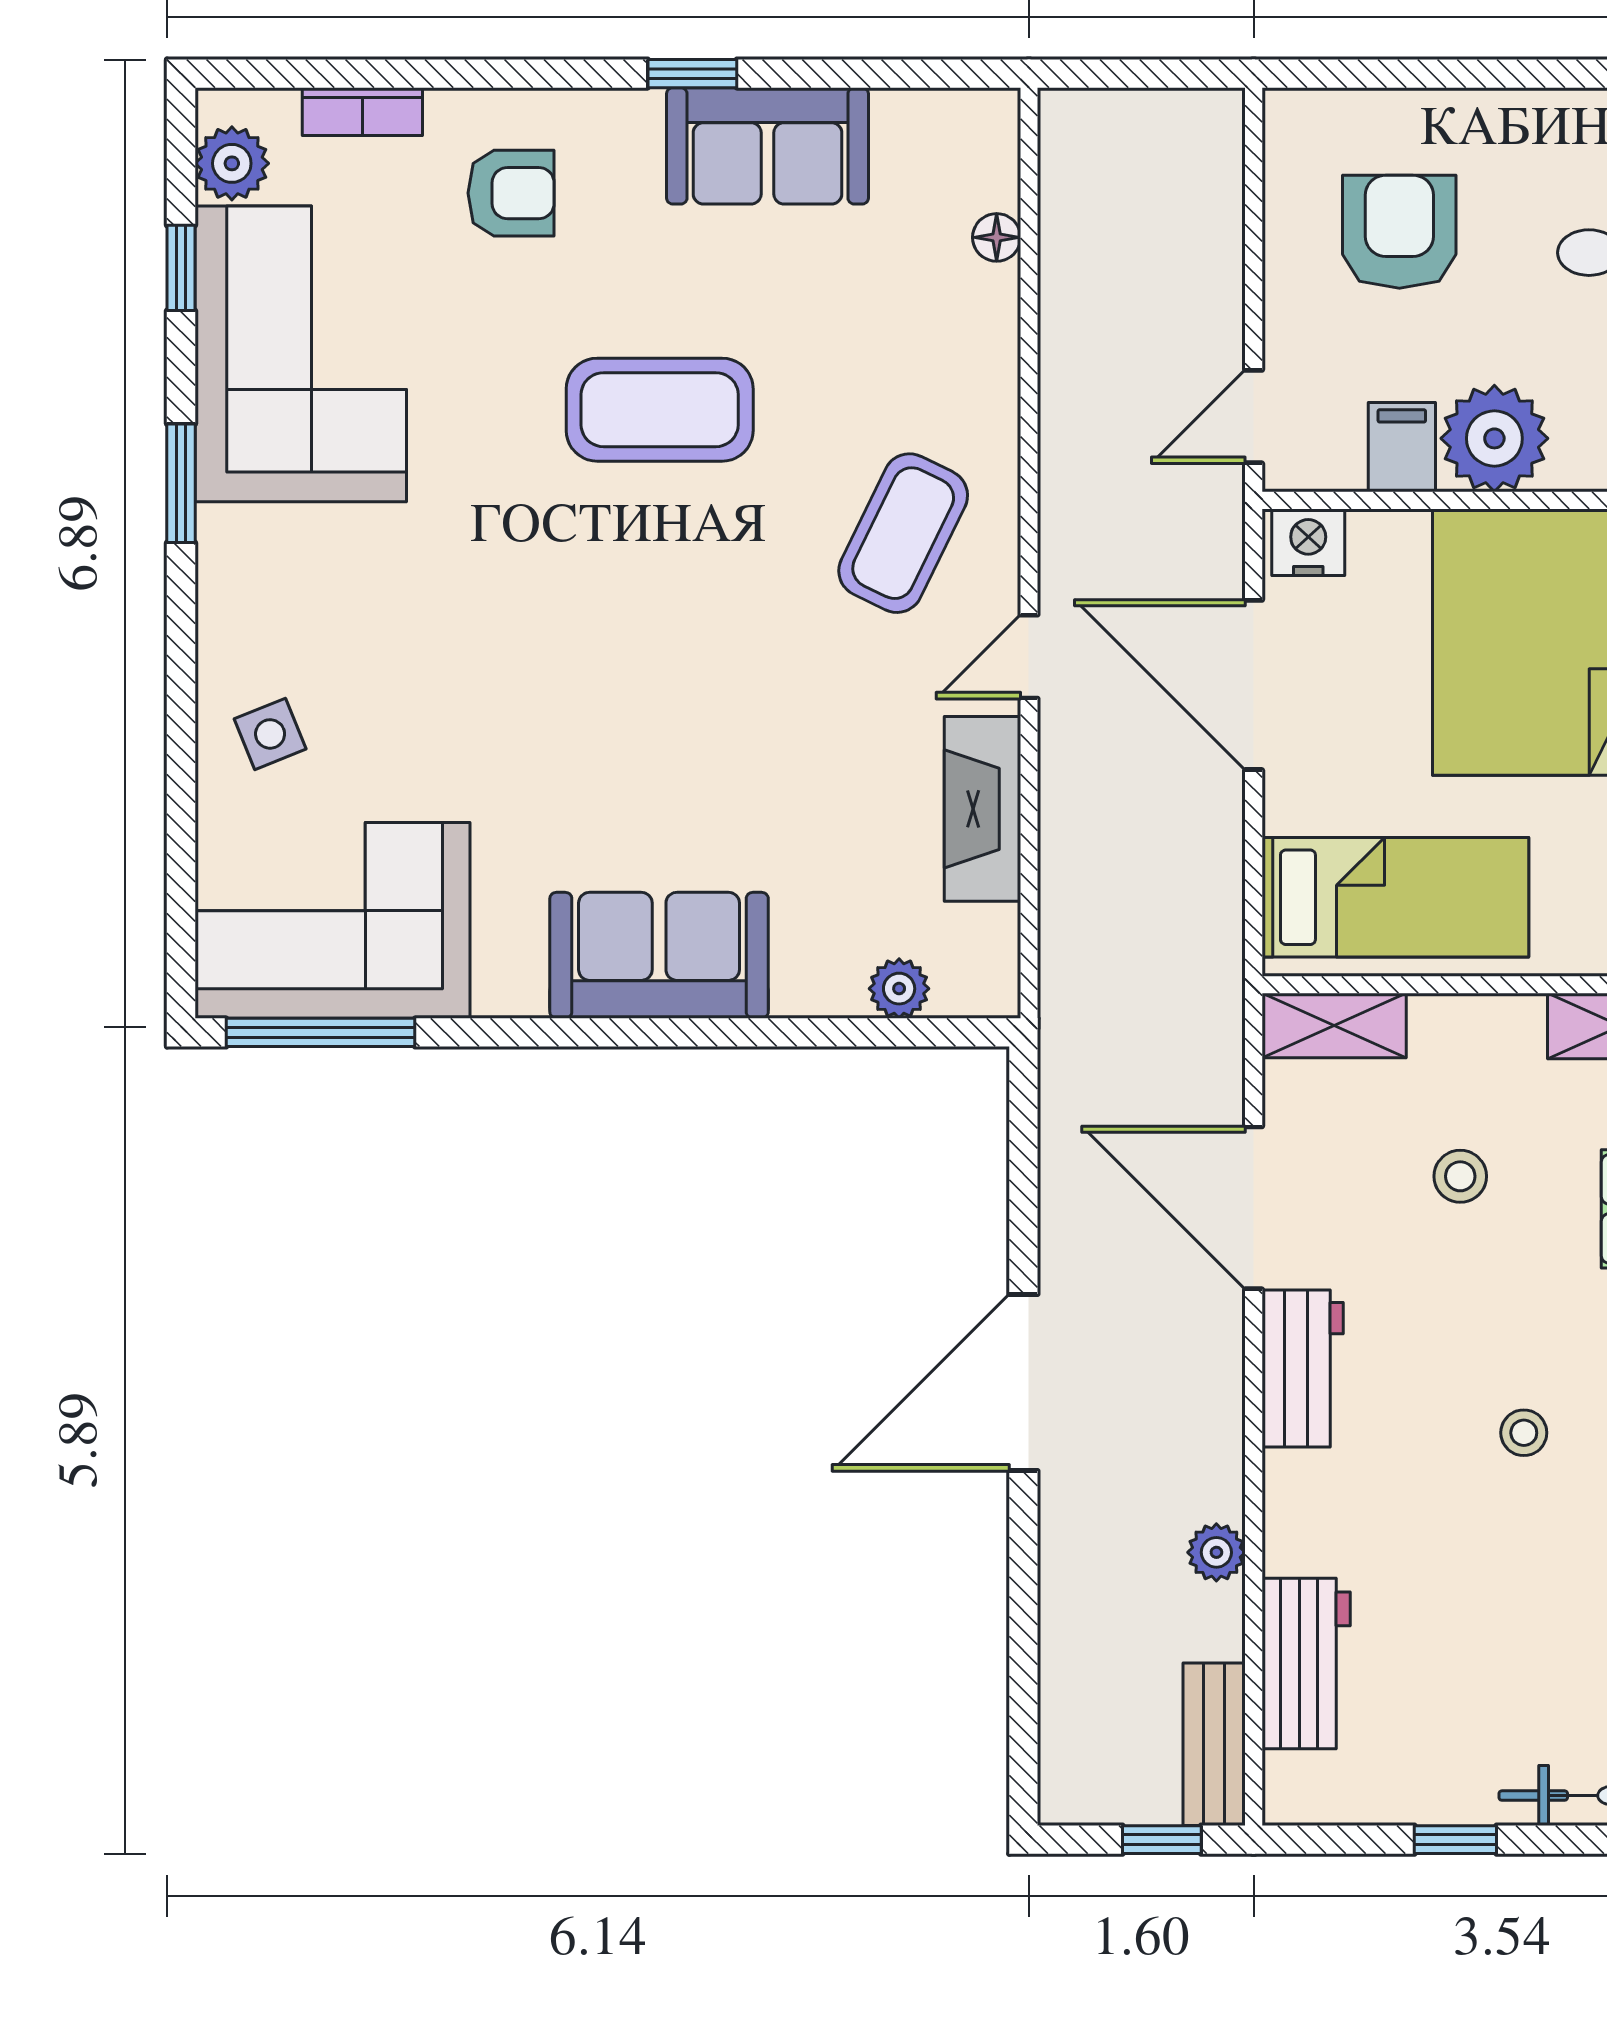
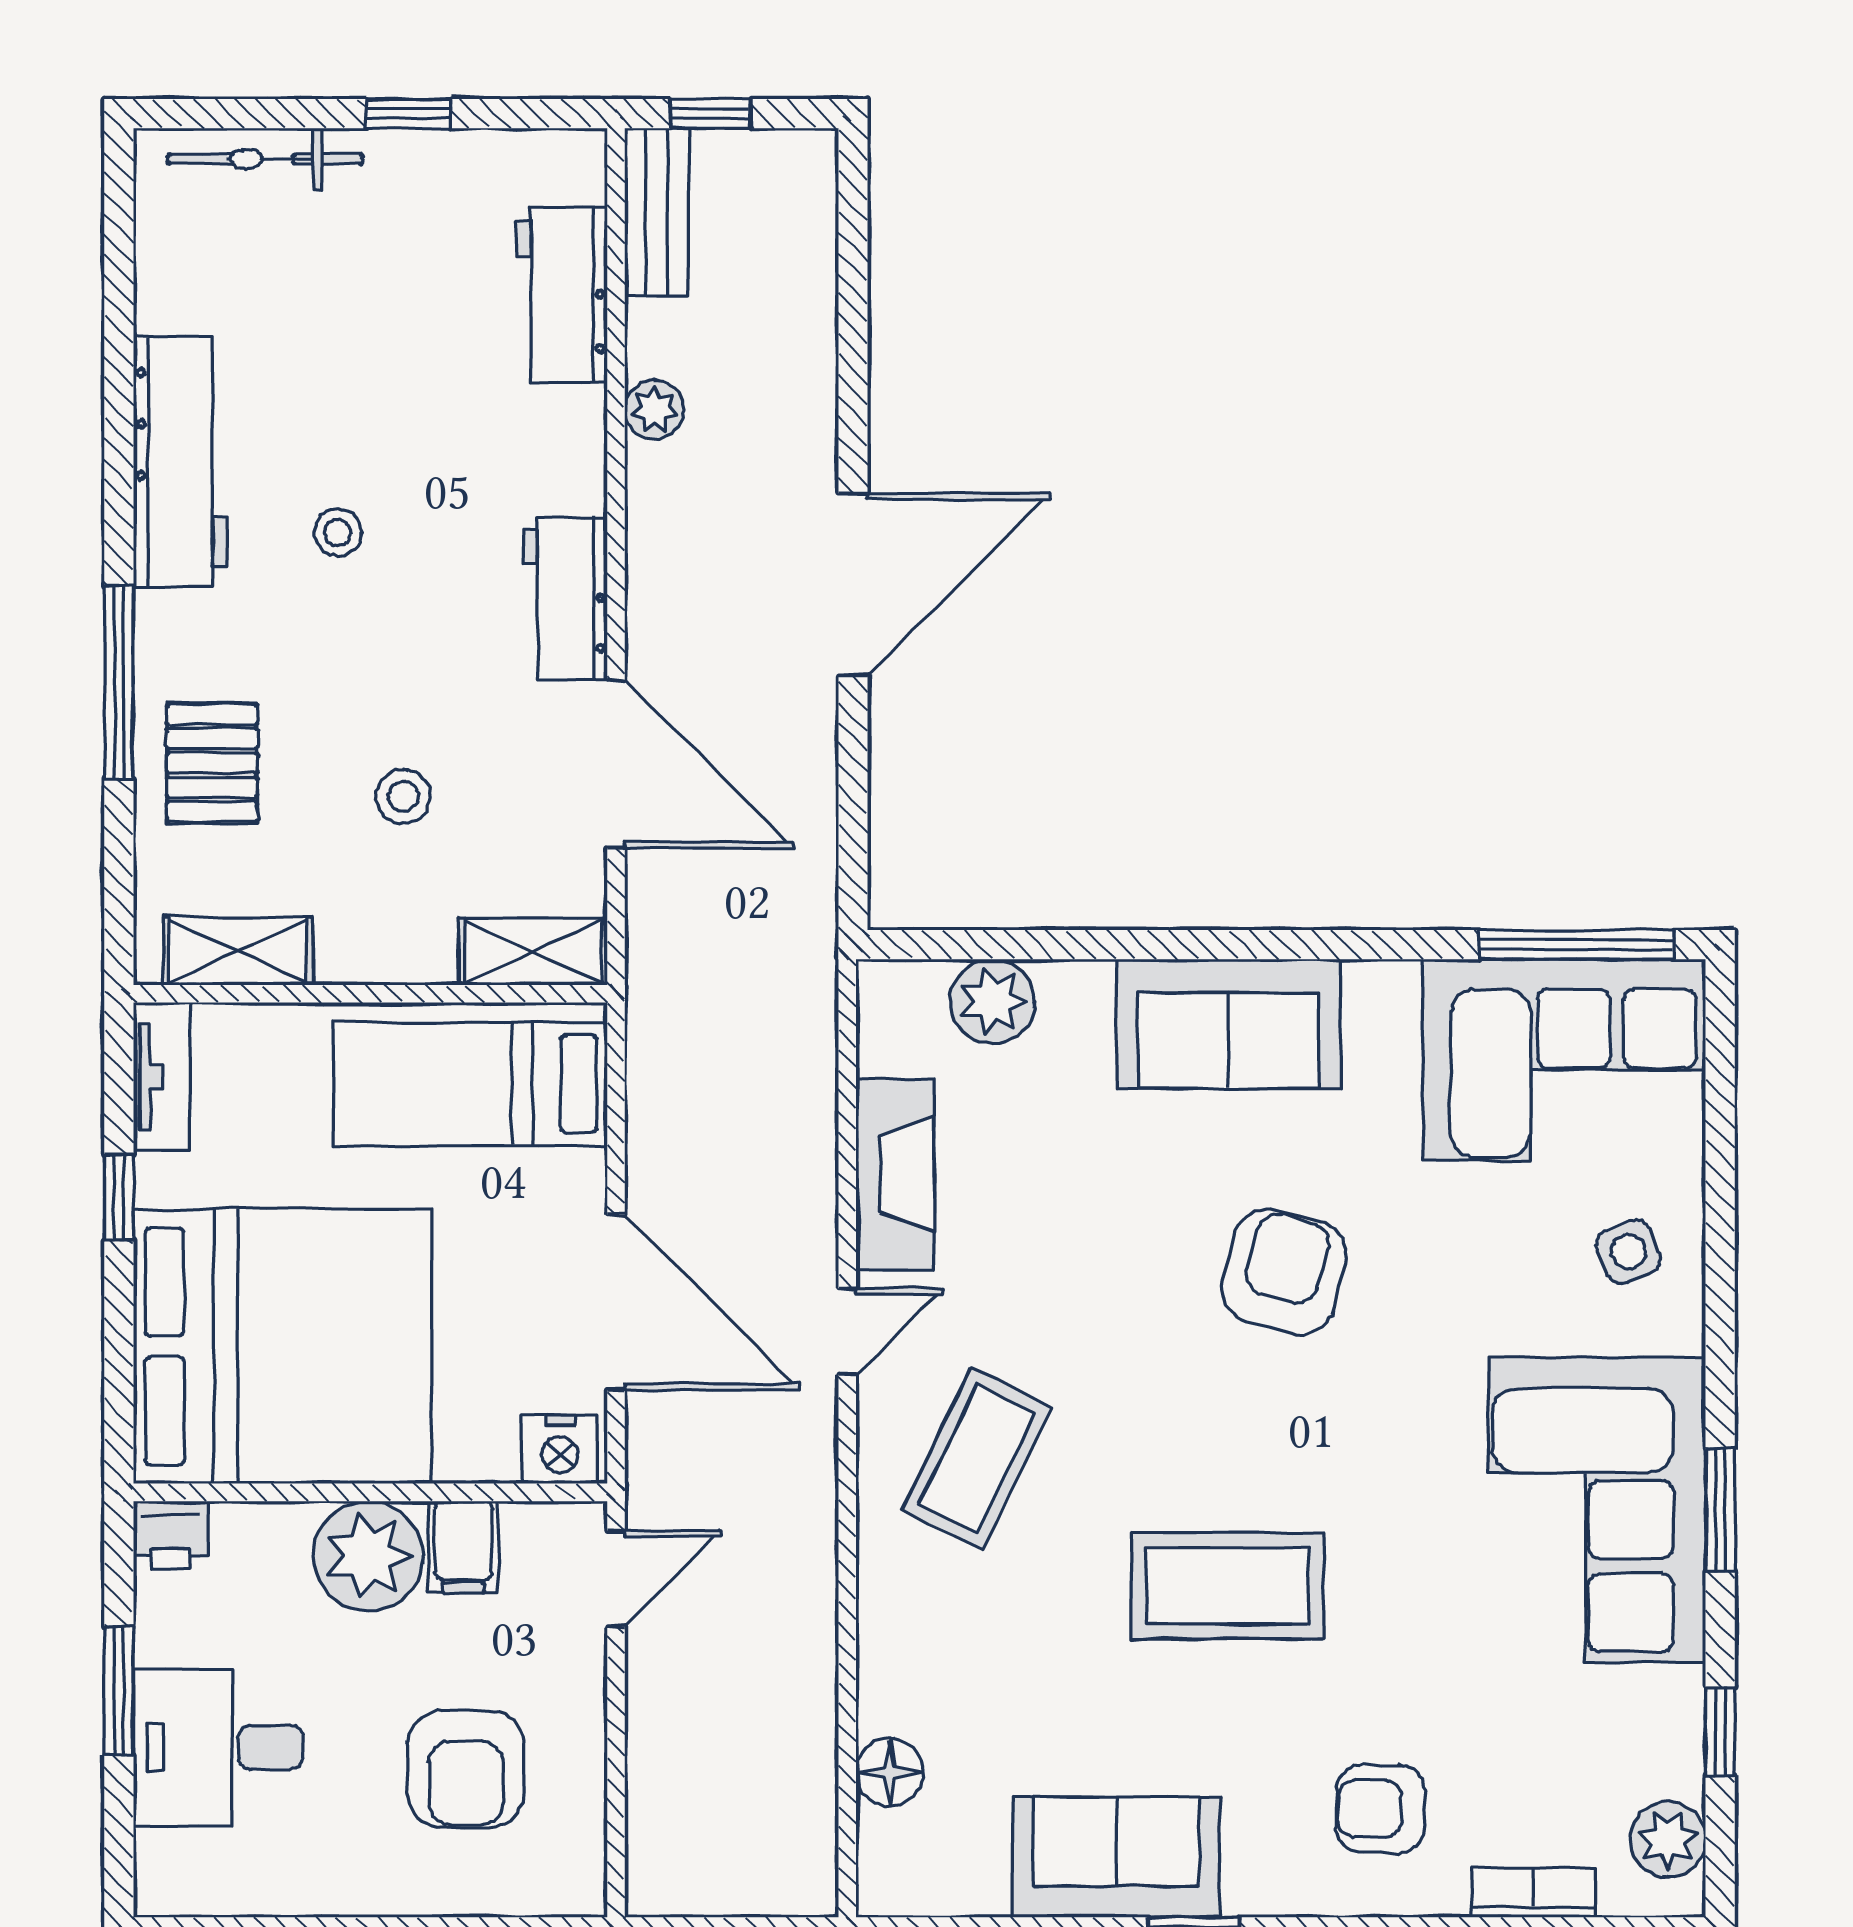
floor lamp: (997, 237) -> (890, 1772), width x1.37, depth x1.37
corner sofa: (301, 354) -> (1597, 1510), moved
armchair: (605, 715) -> (1284, 1272), added
plant: (899, 989) -> (992, 1001), width x1.38, depth x1.38

